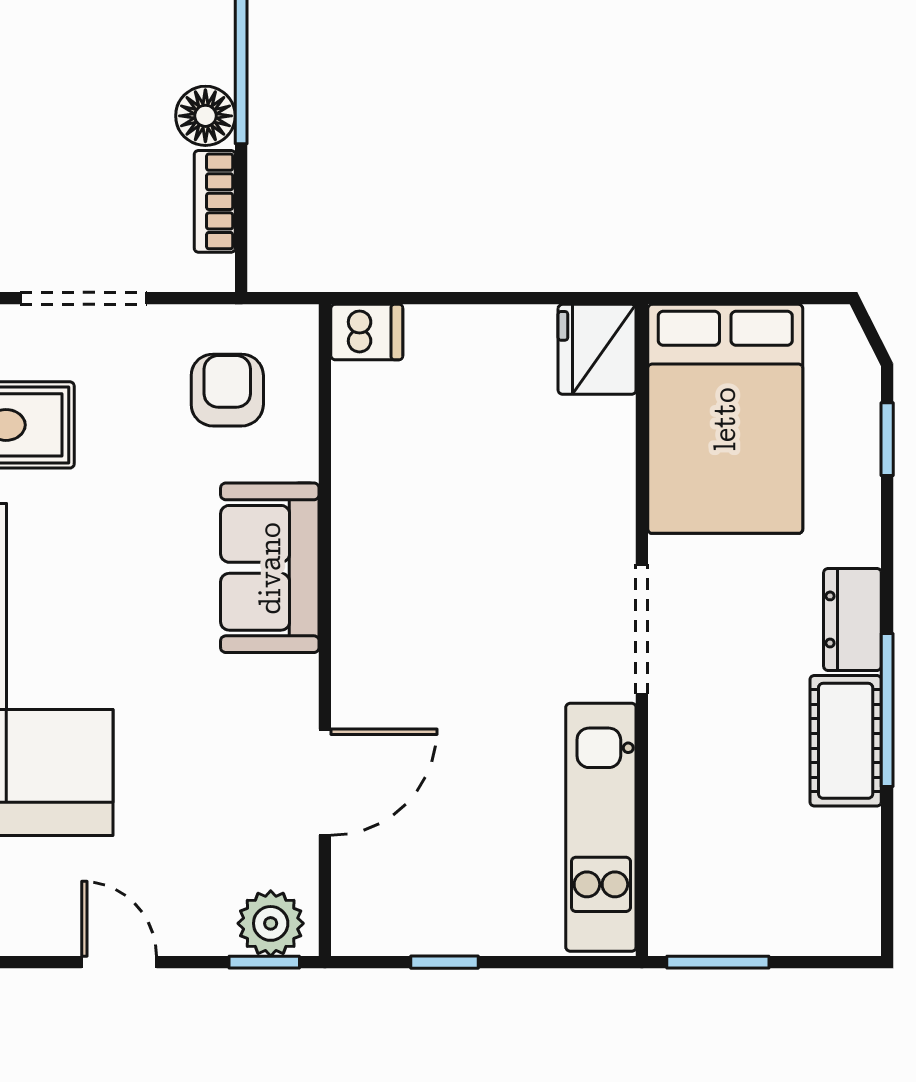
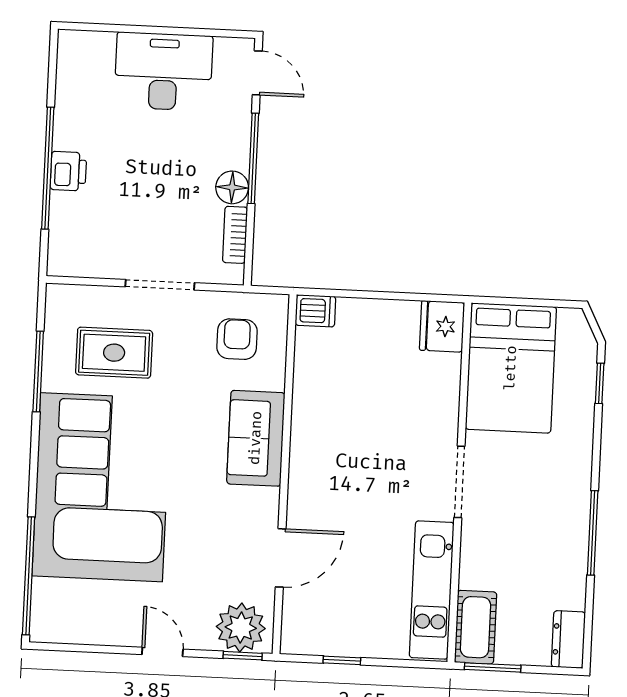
dresser: (852, 619) -> (568, 639), moved
cot: (846, 741) -> (476, 627), moved
plant: (271, 923) -> (241, 628), width x1.36, depth x1.36

